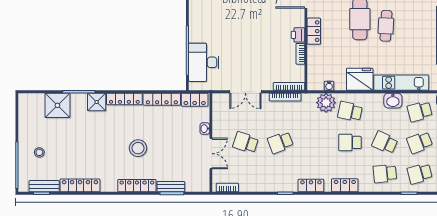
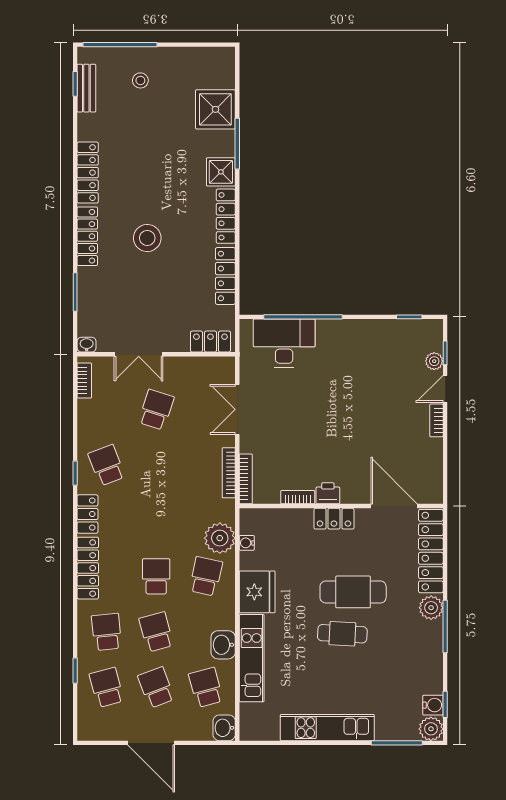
locker: (195, 100) -> (210, 342), moved, turned 90
washbasin: (205, 129) -> (87, 345), moved
school desk: (280, 142) -> (107, 465), moved
school desk: (385, 142) -> (156, 632), turned -39
locker: (80, 185) -> (88, 173), moved
locker: (345, 185) -> (88, 568), width x1.53
bench: (171, 187) -> (86, 290), removed

